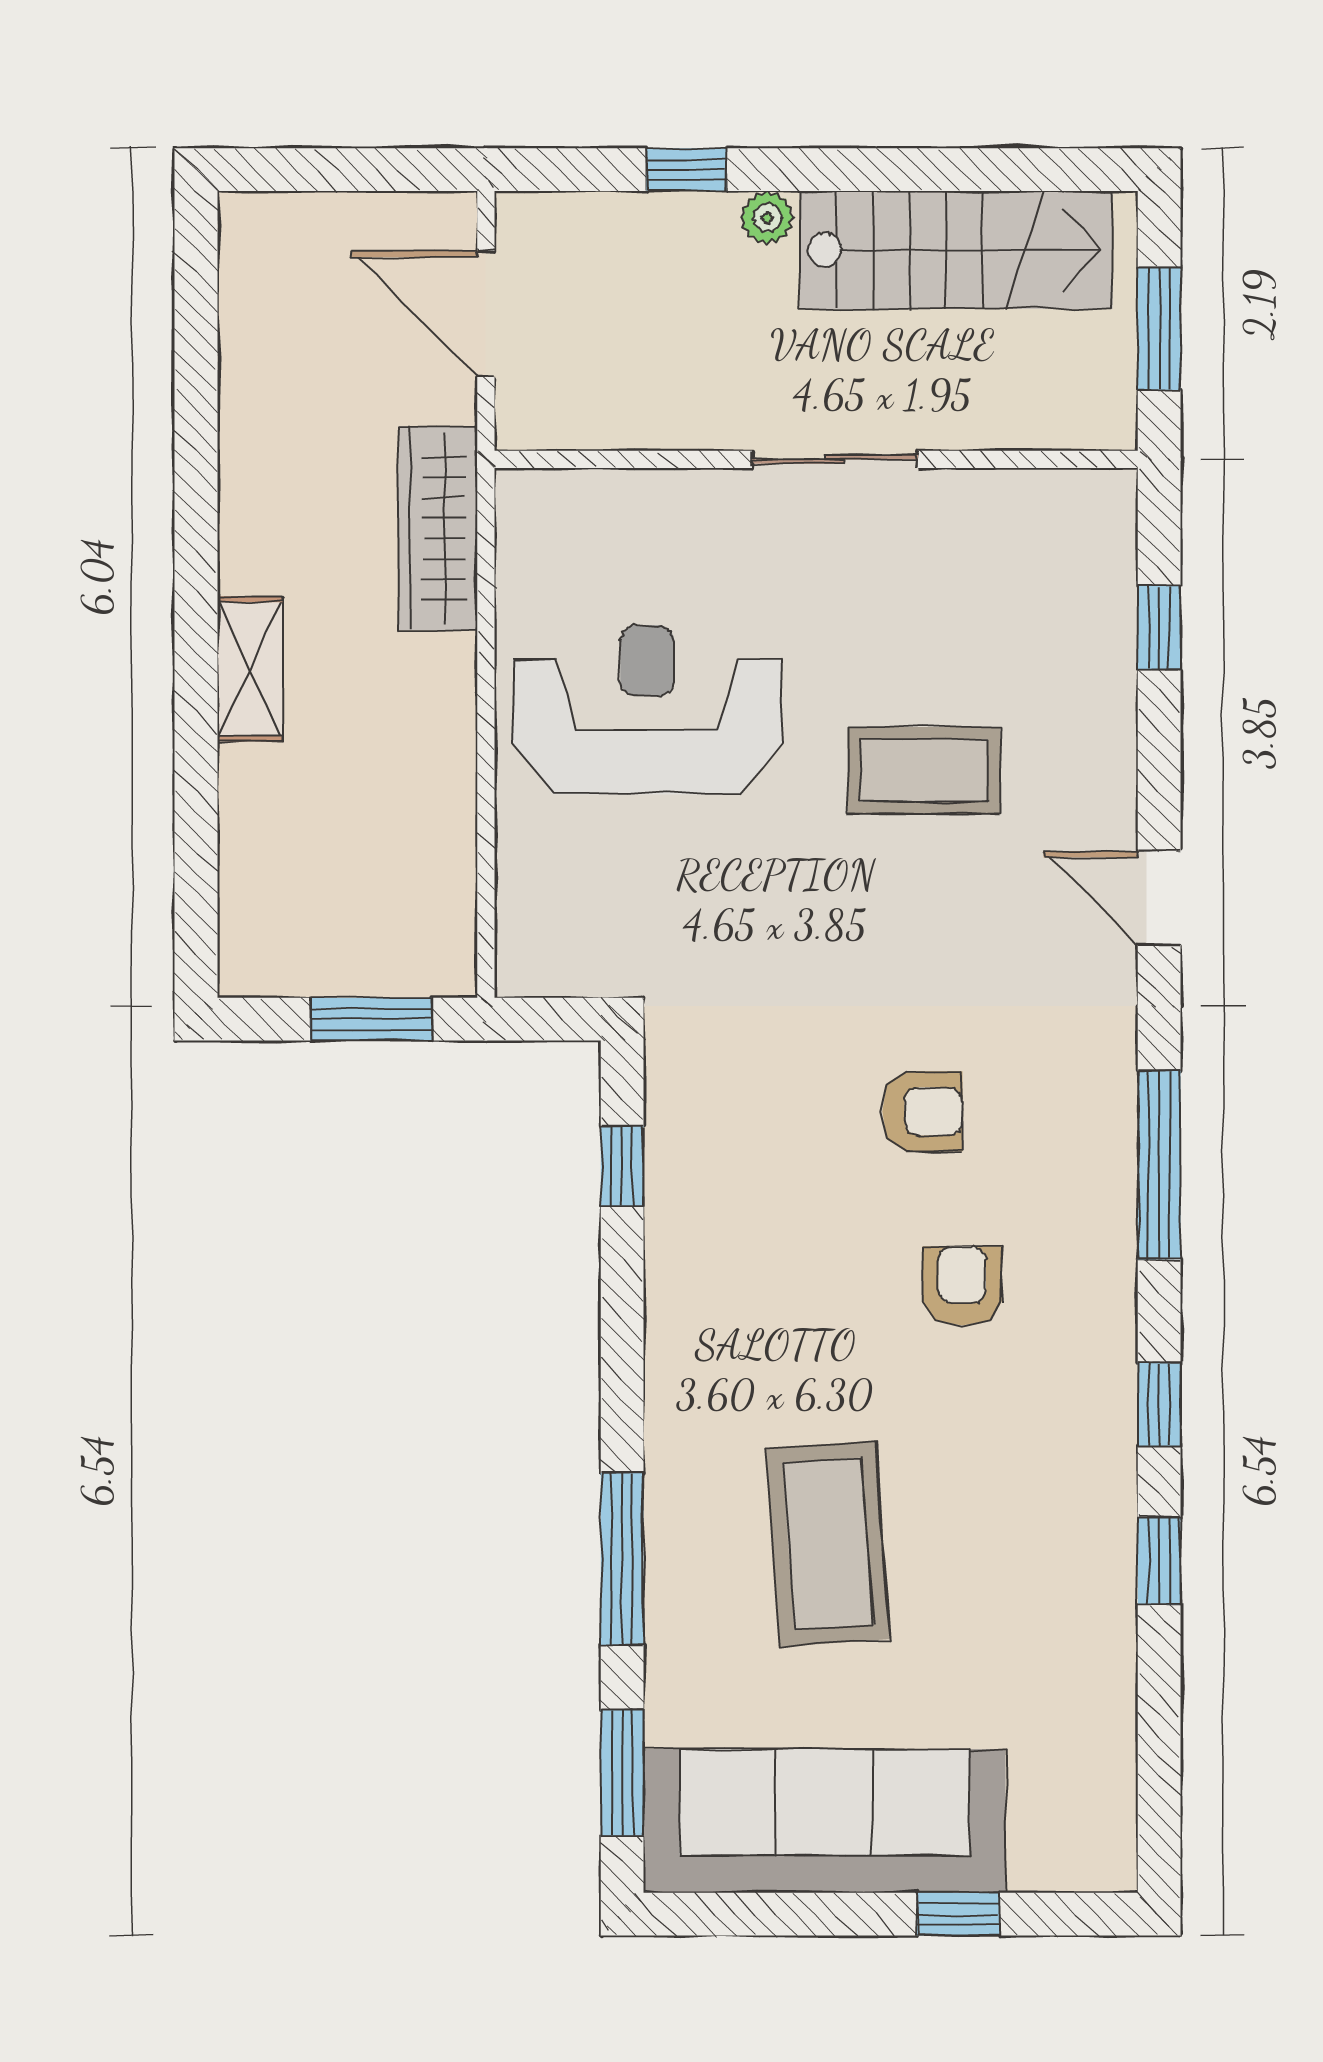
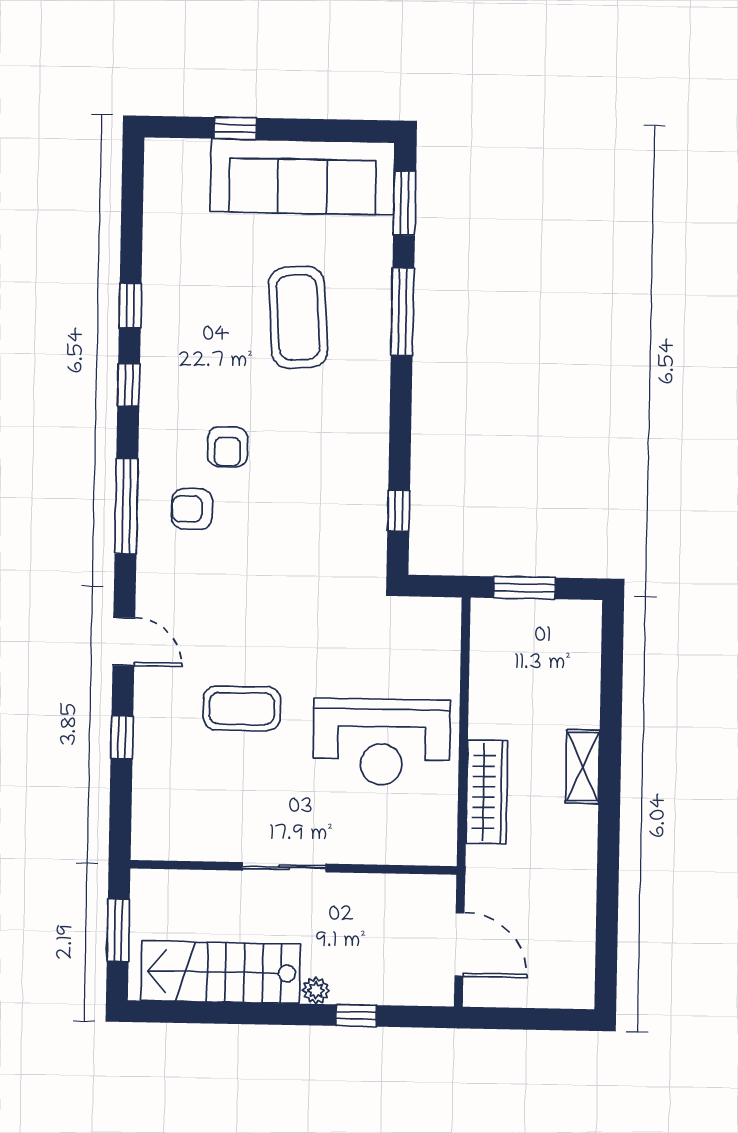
wardrobe: (438, 528) -> (487, 792), moved
window: (1159, 628) -> (122, 737), moved
armchair: (922, 1111) -> (192, 509), moved

